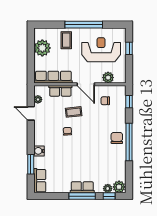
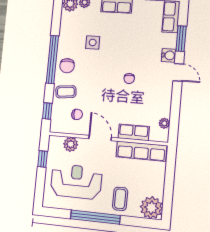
plant: (42, 48) -> (151, 208), moved
window: (129, 48) -> (43, 159), moved
reception desk: (101, 50) -> (76, 182), turned 180
coffee table: (74, 112) -> (66, 92), moved
door: (31, 113) -> (178, 72), moved
side table: (98, 157) -> (93, 42), added

